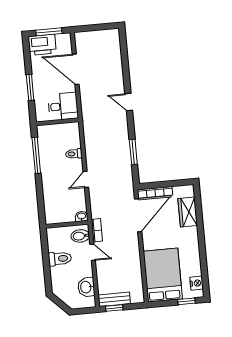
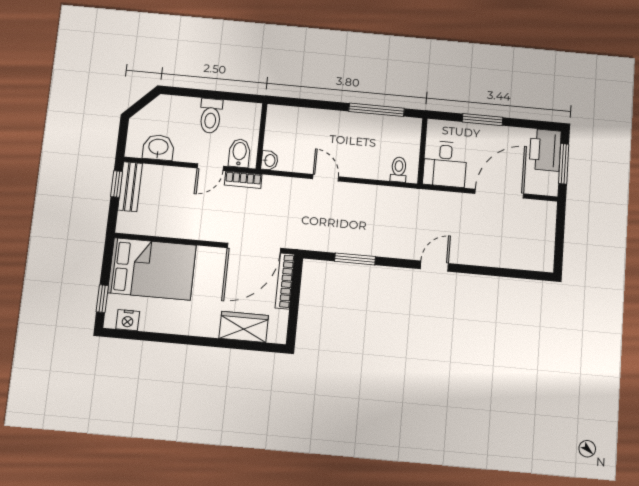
toilet: (74, 154) -> (399, 169), moved
door: (138, 215) -> (254, 248), hinge flipped

